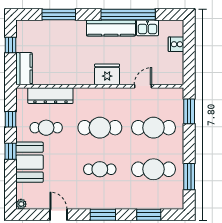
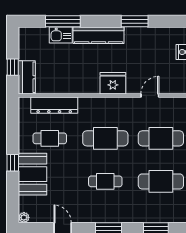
window: (128, 14) -> (135, 21), width x0.47
kitchen counter: (111, 28) -> (99, 35), moved
kitchen sink: (148, 28) -> (61, 35), moved
window: (10, 45) -> (13, 67), moved
window: (10, 119) -> (13, 130), removed

